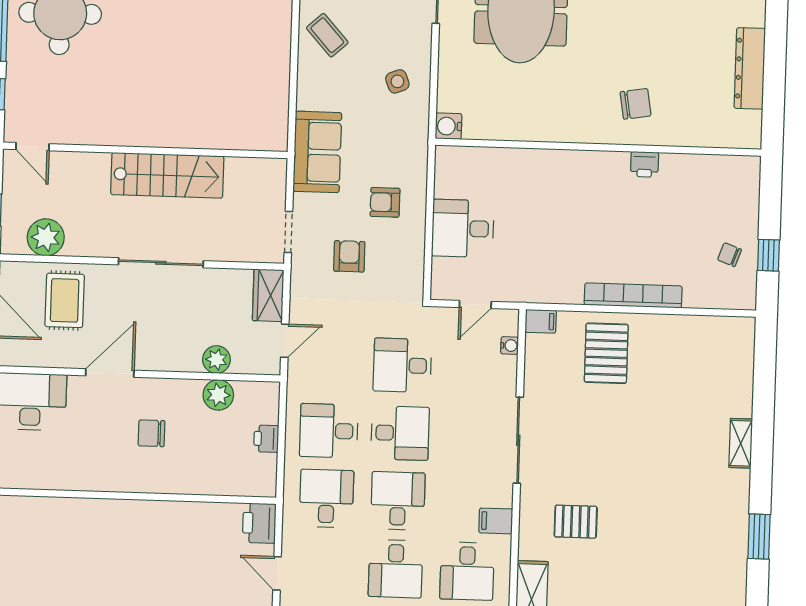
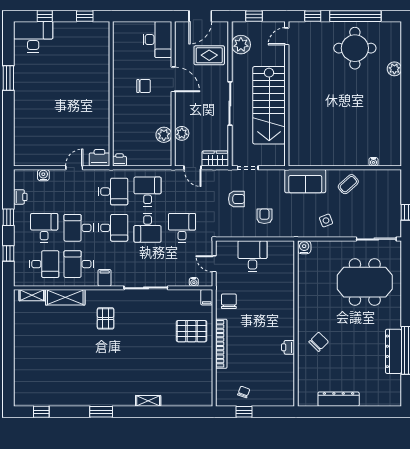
chair: (636, 104) -> (319, 342), turned -126
sofa: (317, 152) -> (305, 181), moved
stairs: (167, 175) -> (269, 105), width x1.36, depth x1.51
chair: (550, 278) -> (229, 301), added
chair: (151, 433) -> (144, 86), moved, turned 90
printer: (266, 439) -> (119, 160), moved

